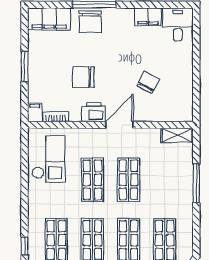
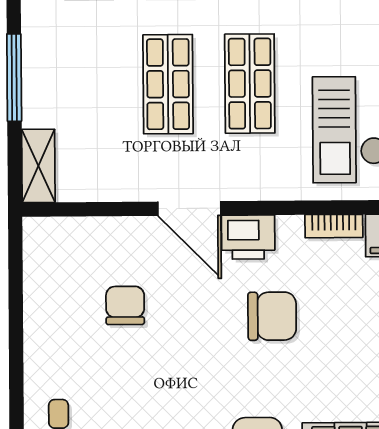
chair: (148, 82) -> (125, 305), turned 153
door: (119, 125) -> (189, 208), hinge flipped
shelving: (177, 135) -> (38, 166), moved, turned 90

